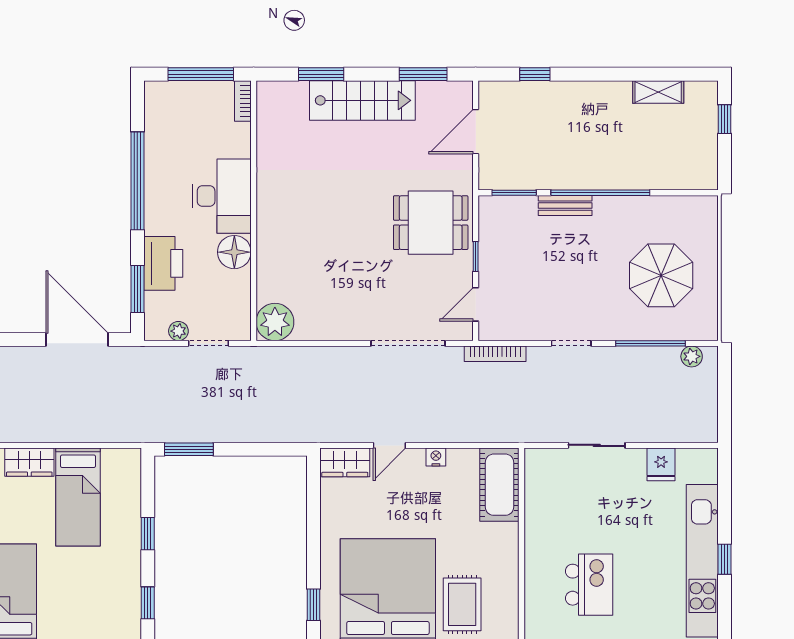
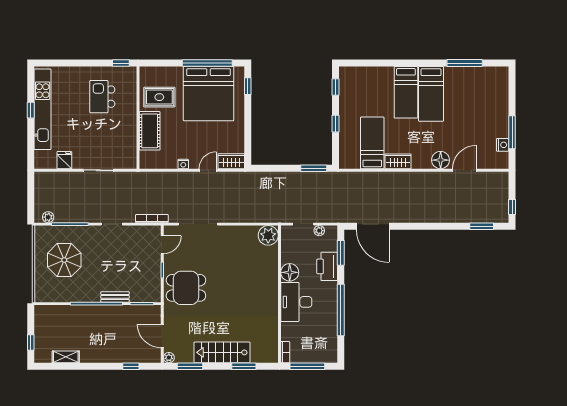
plant: (463, 90) -> (169, 358), added
door: (476, 132) -> (162, 336), swing flipped
cot: (499, 485) -> (150, 131), moved
rug: (462, 604) -> (159, 97), moved, turned 90

